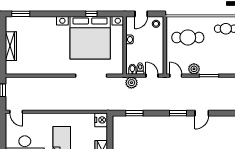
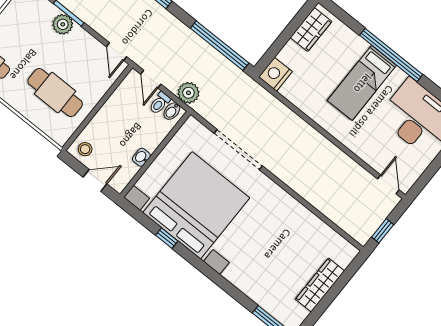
plant: (194, 69) -> (63, 24), moved
window: (134, 113) -> (220, 46), width x2.11

